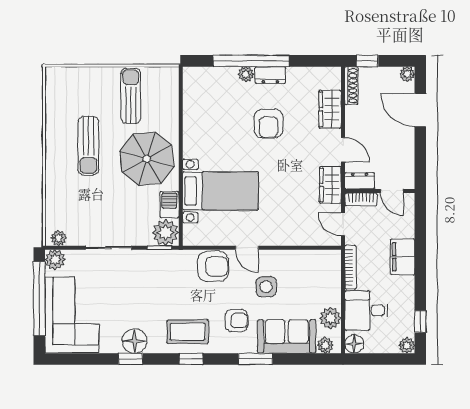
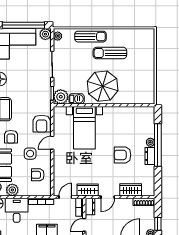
window: (367, 61) -> (158, 224), moved
sun lounger: (131, 96) -> (90, 37), moved
armchair: (304, 273) -> (38, 175), added

